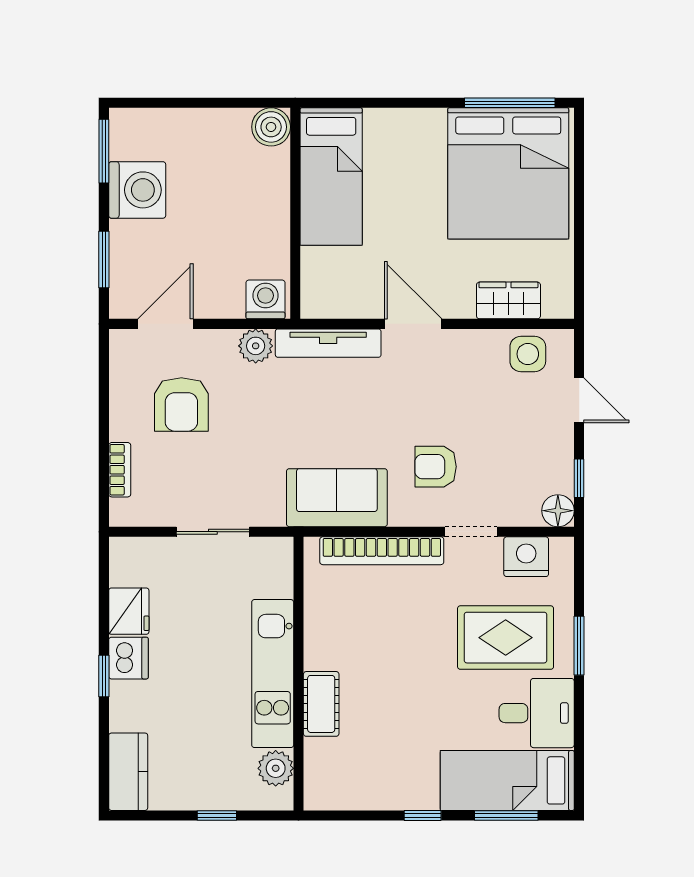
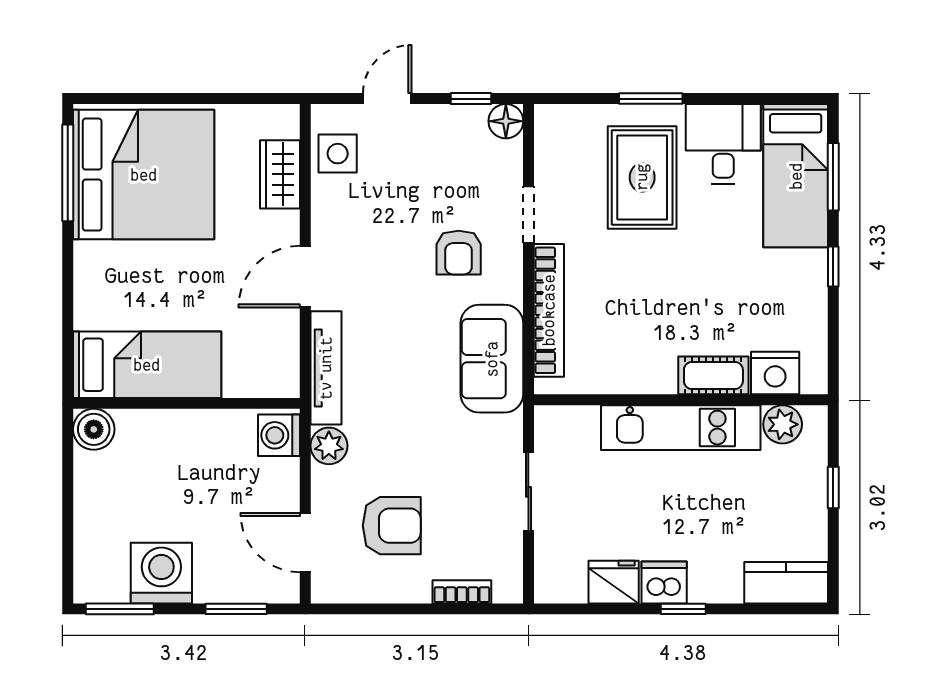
nightstand: (526, 557) -> (775, 373), moved, turned -90

